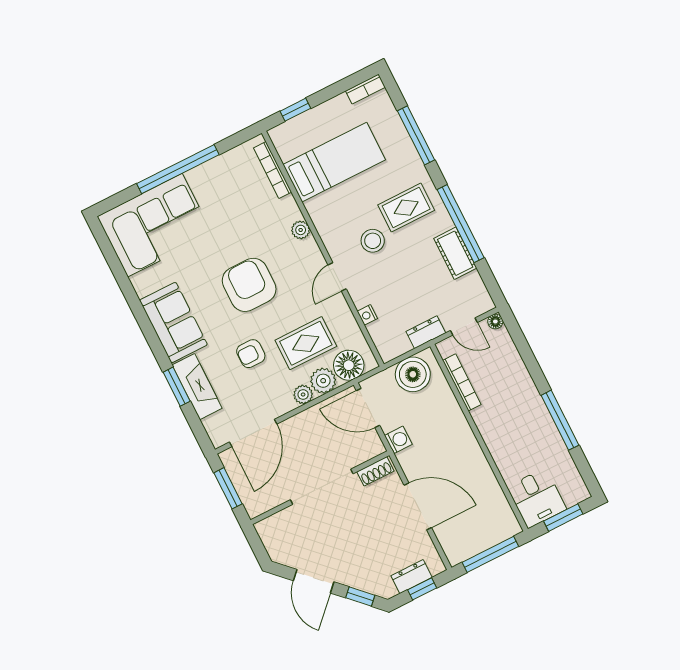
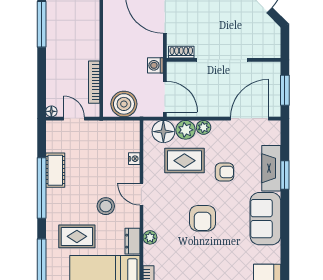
rug: (406, 208) -> (77, 236), moved
door: (337, 277) -> (141, 194), swing flipped
armchair: (249, 285) -> (203, 218), width x0.73, depth x0.73
dresser: (426, 332) -> (132, 241), moved, turned 90

